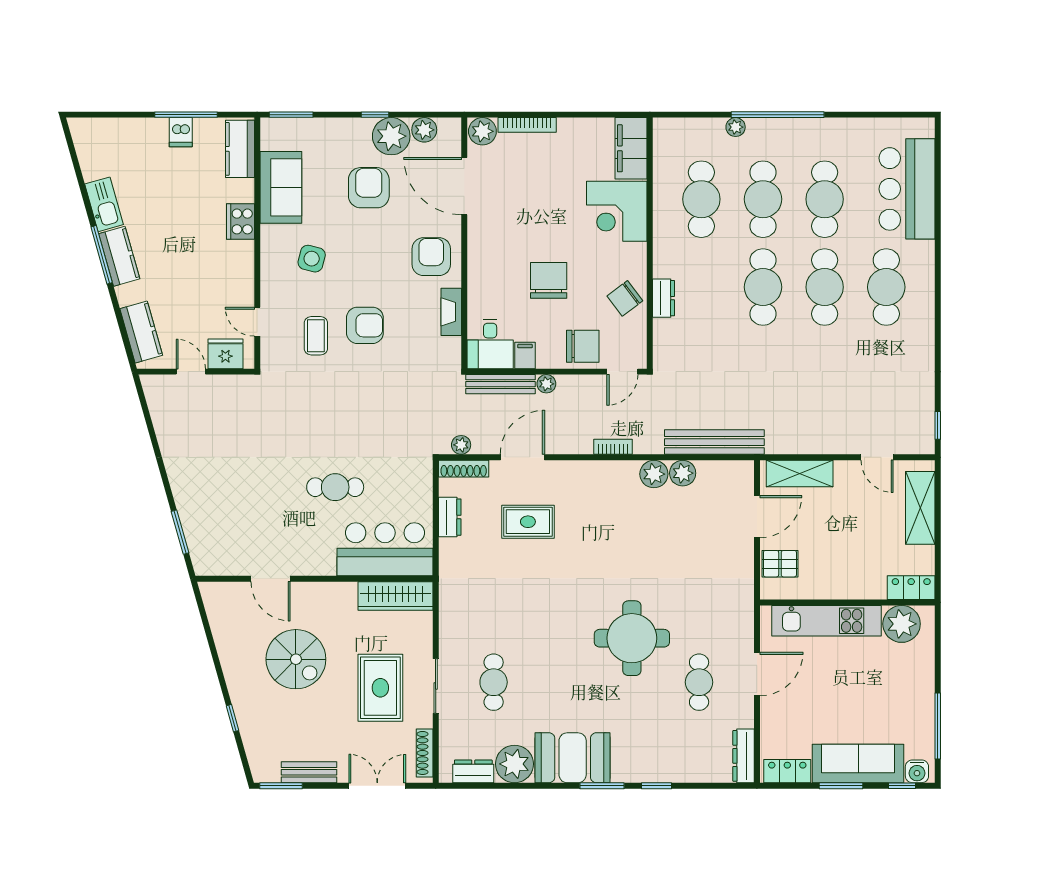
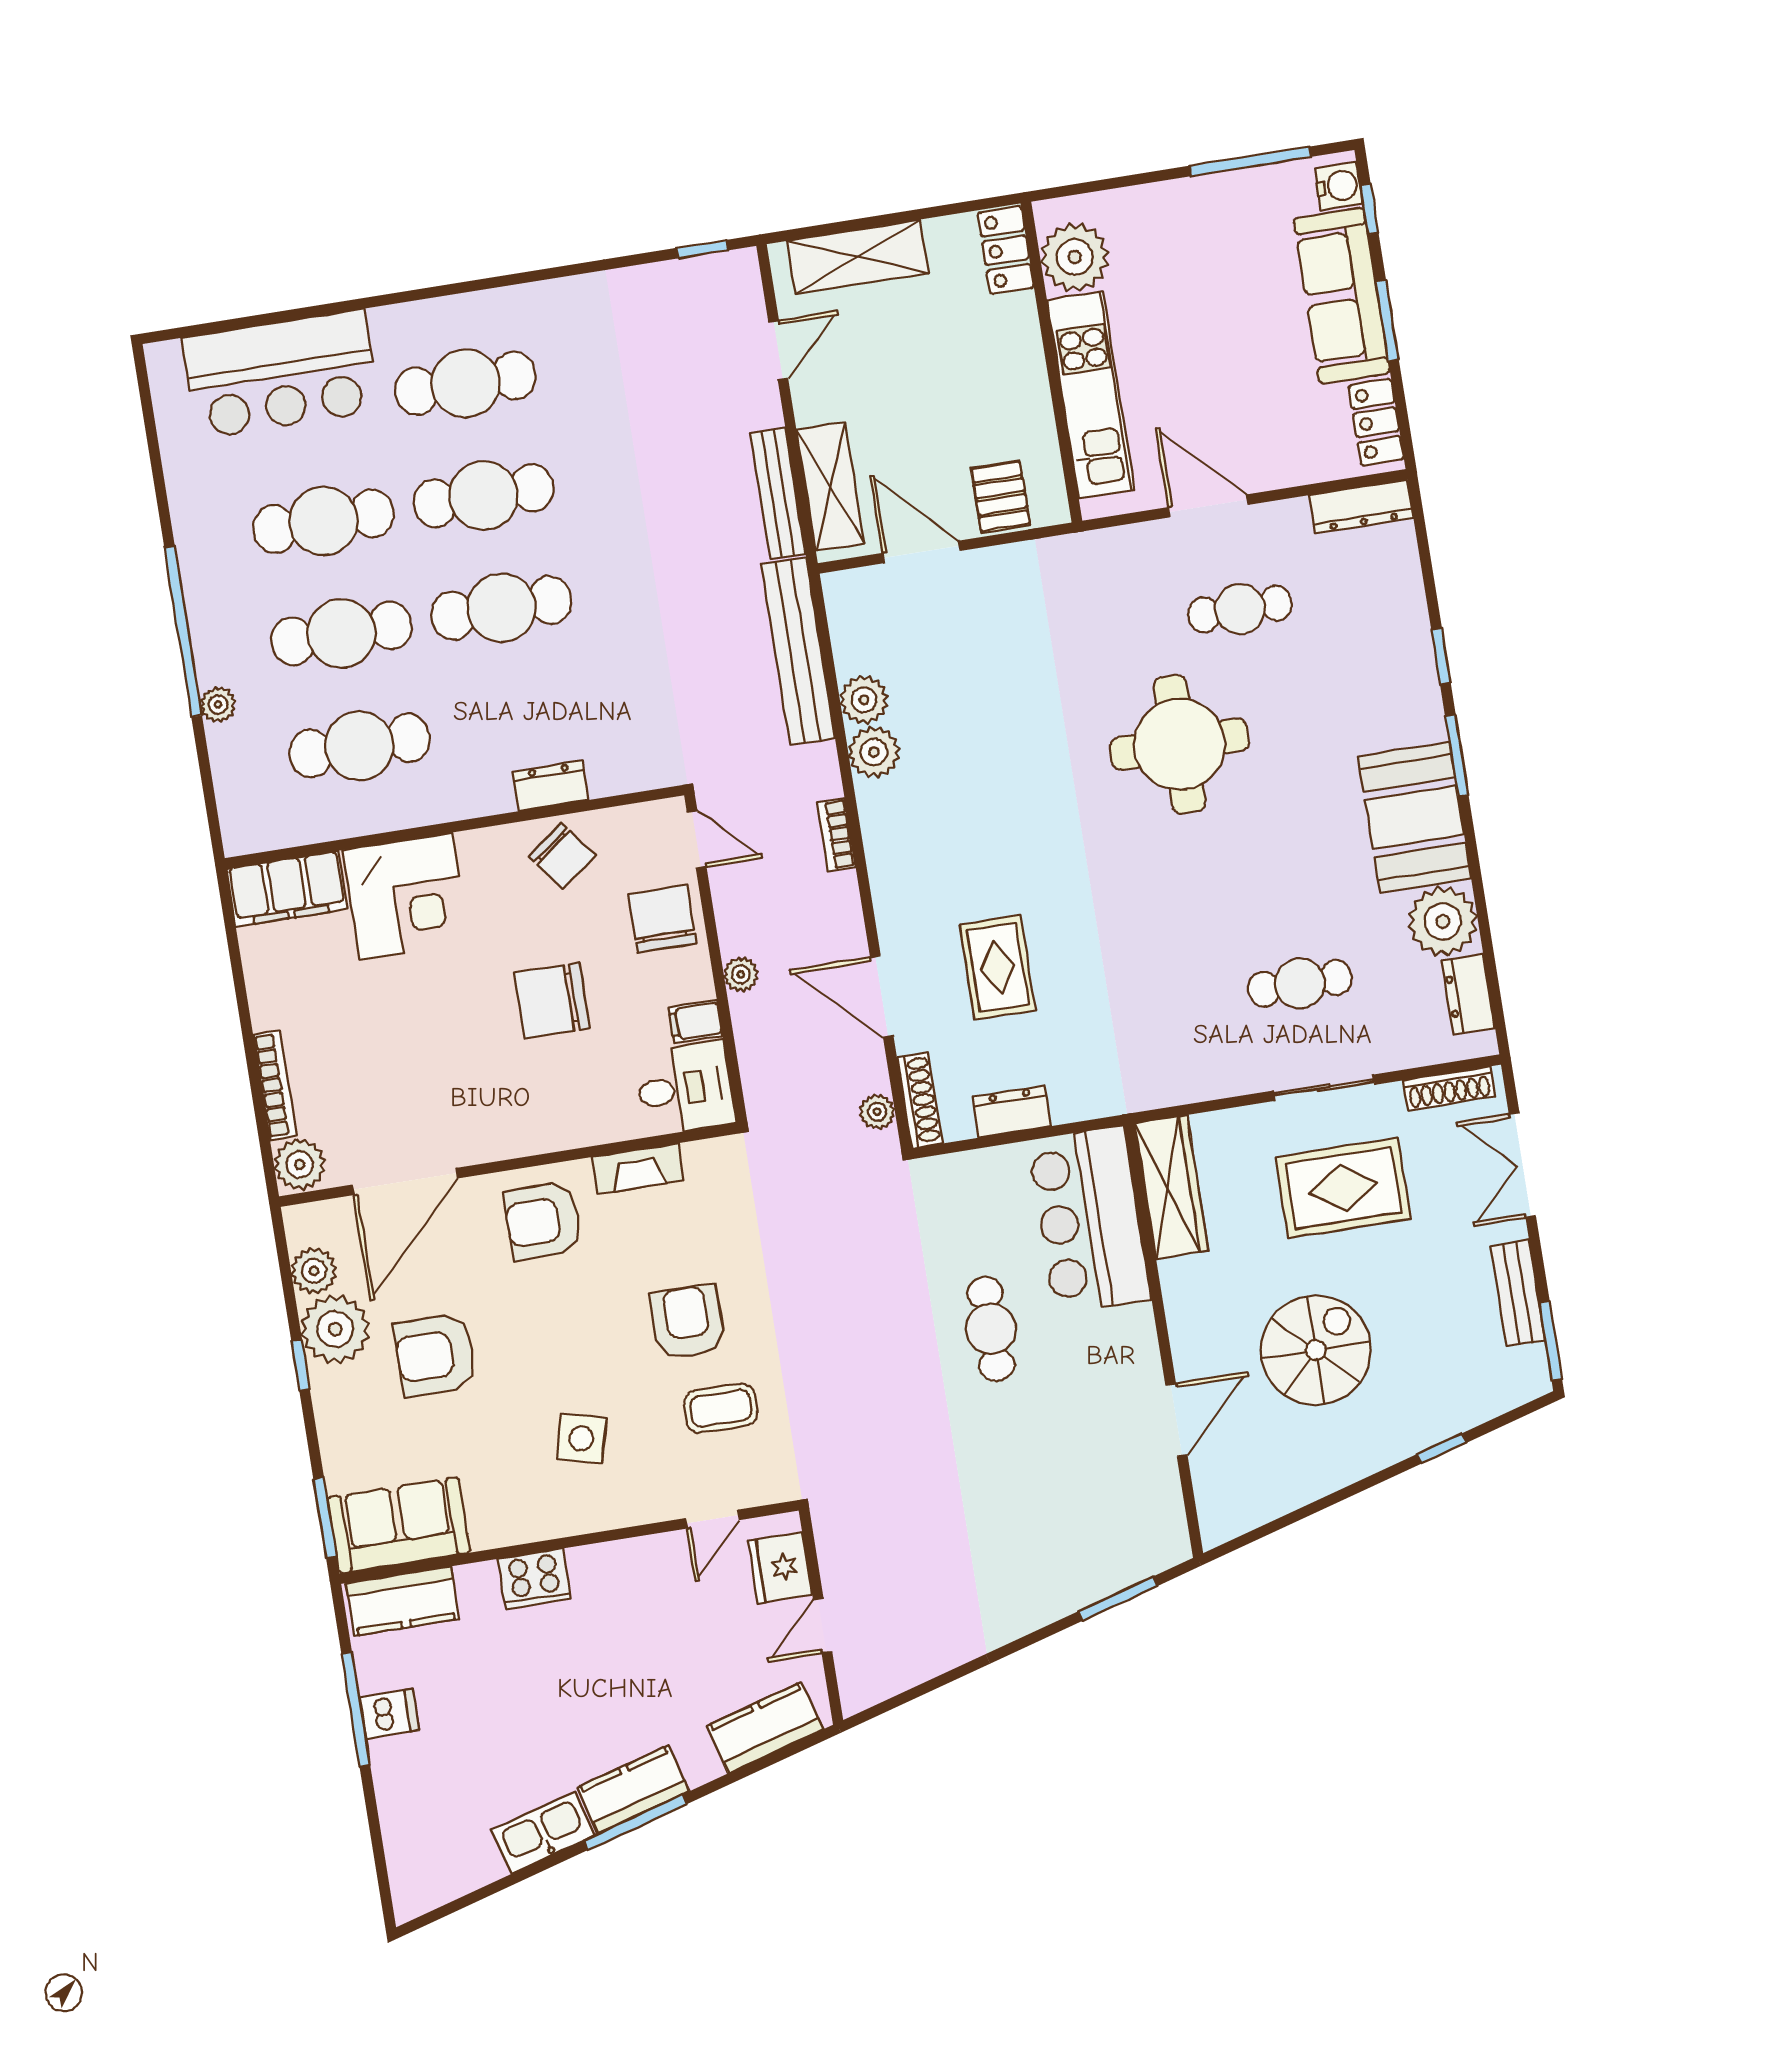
sofa: (281, 187) -> (399, 1525), moved
bench: (501, 384) -> (778, 493), moved

